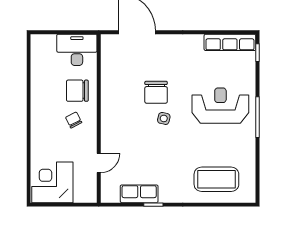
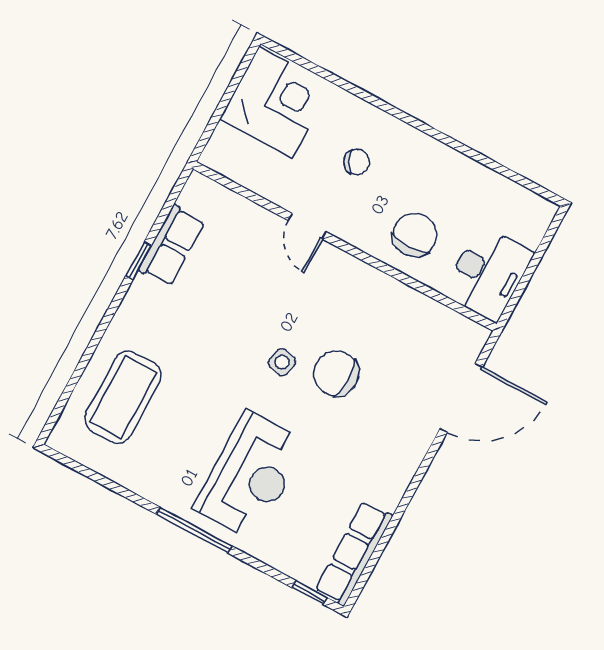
chair: (74, 120) -> (357, 162), moved
door: (99, 163) -> (307, 226), moved

